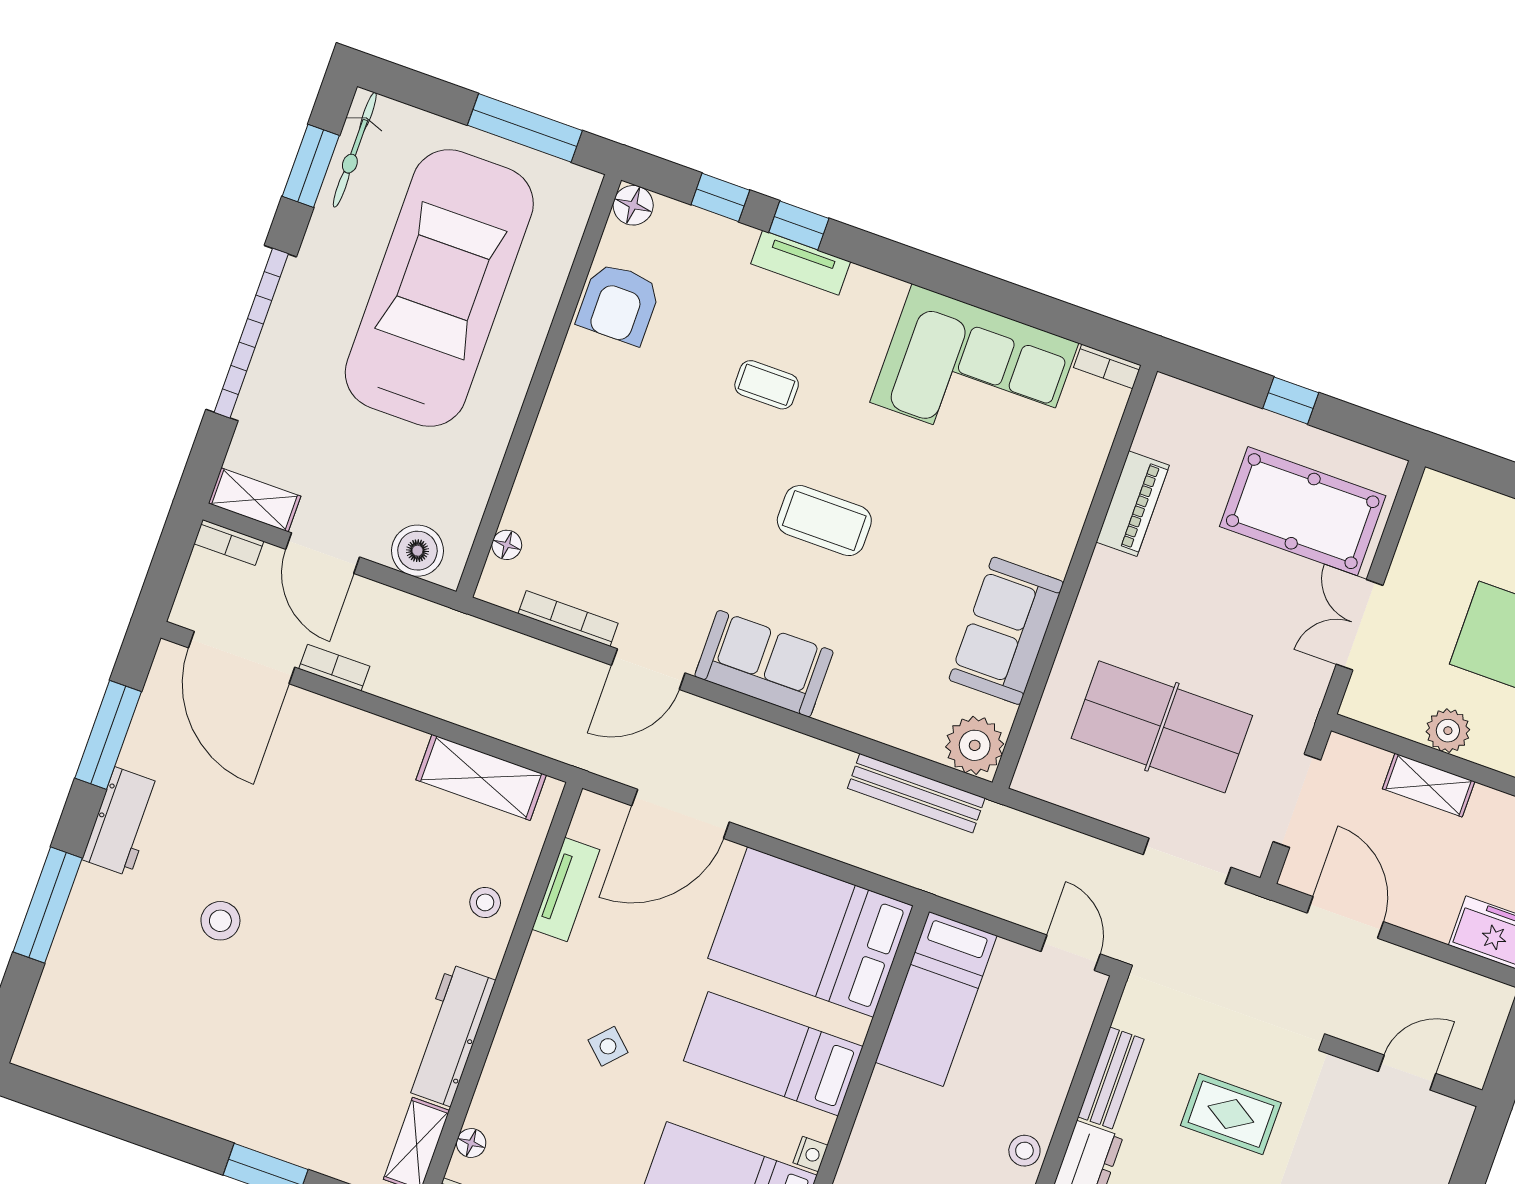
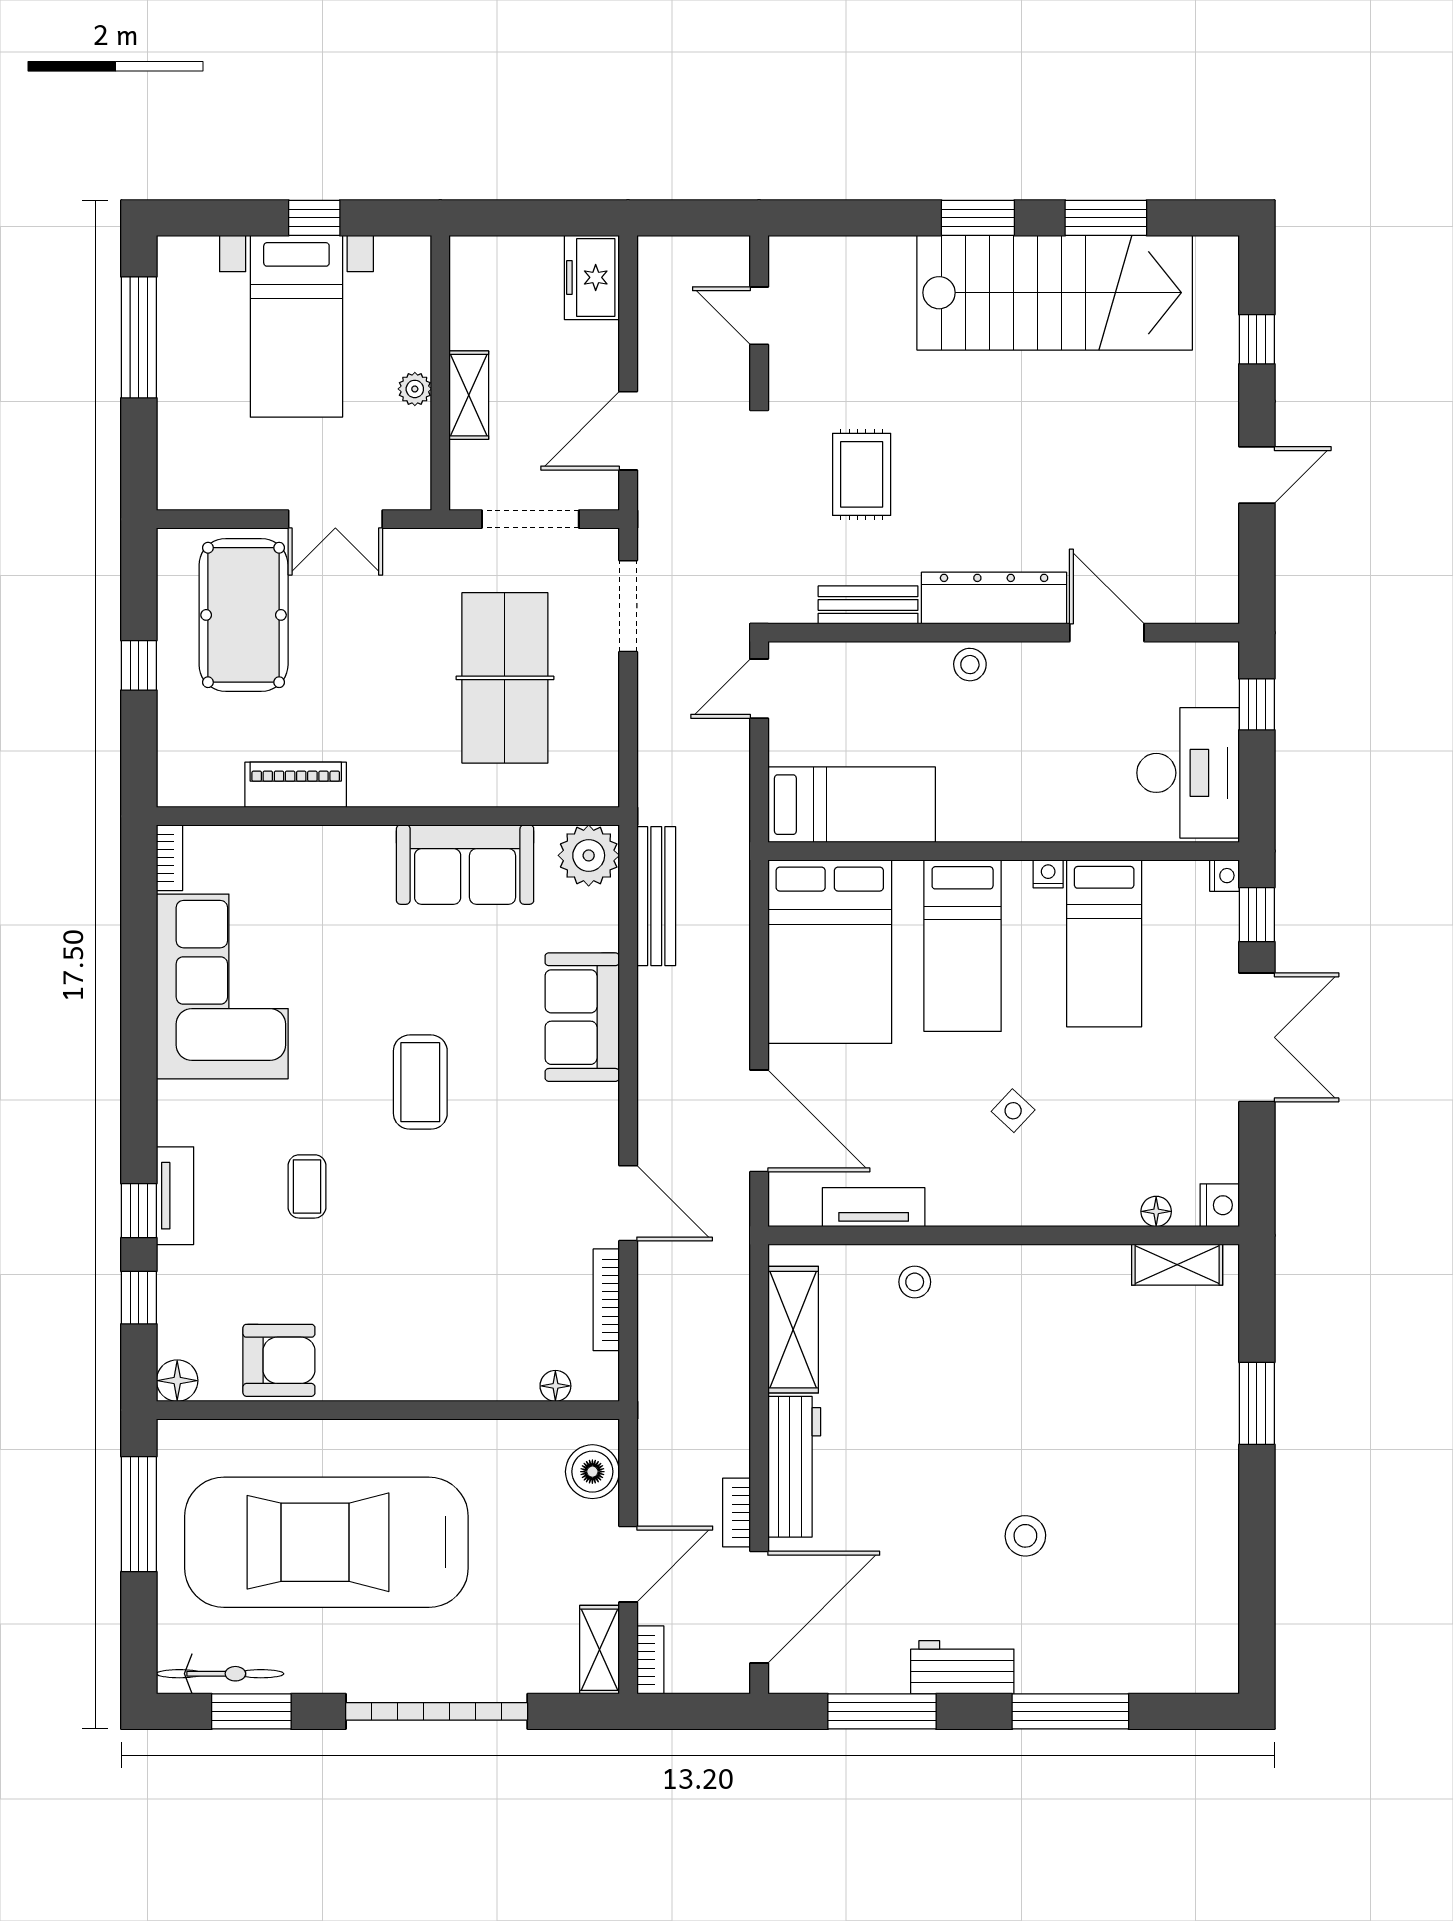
sofa: (764, 664) -> (582, 1017), moved
plant: (1448, 731) -> (415, 389), width x0.73, depth x0.73
workbench: (449, 1035) -> (794, 1467), moved, turned -90

